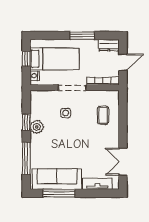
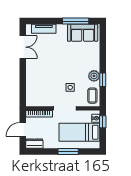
window: (82, 36) -> (68, 152), moved
window: (26, 59) -> (103, 122), moved
coffee table: (103, 115) -> (92, 96), moved
window: (26, 158) -> (103, 50), removed
sofa: (57, 179) -> (83, 33), width x0.73

